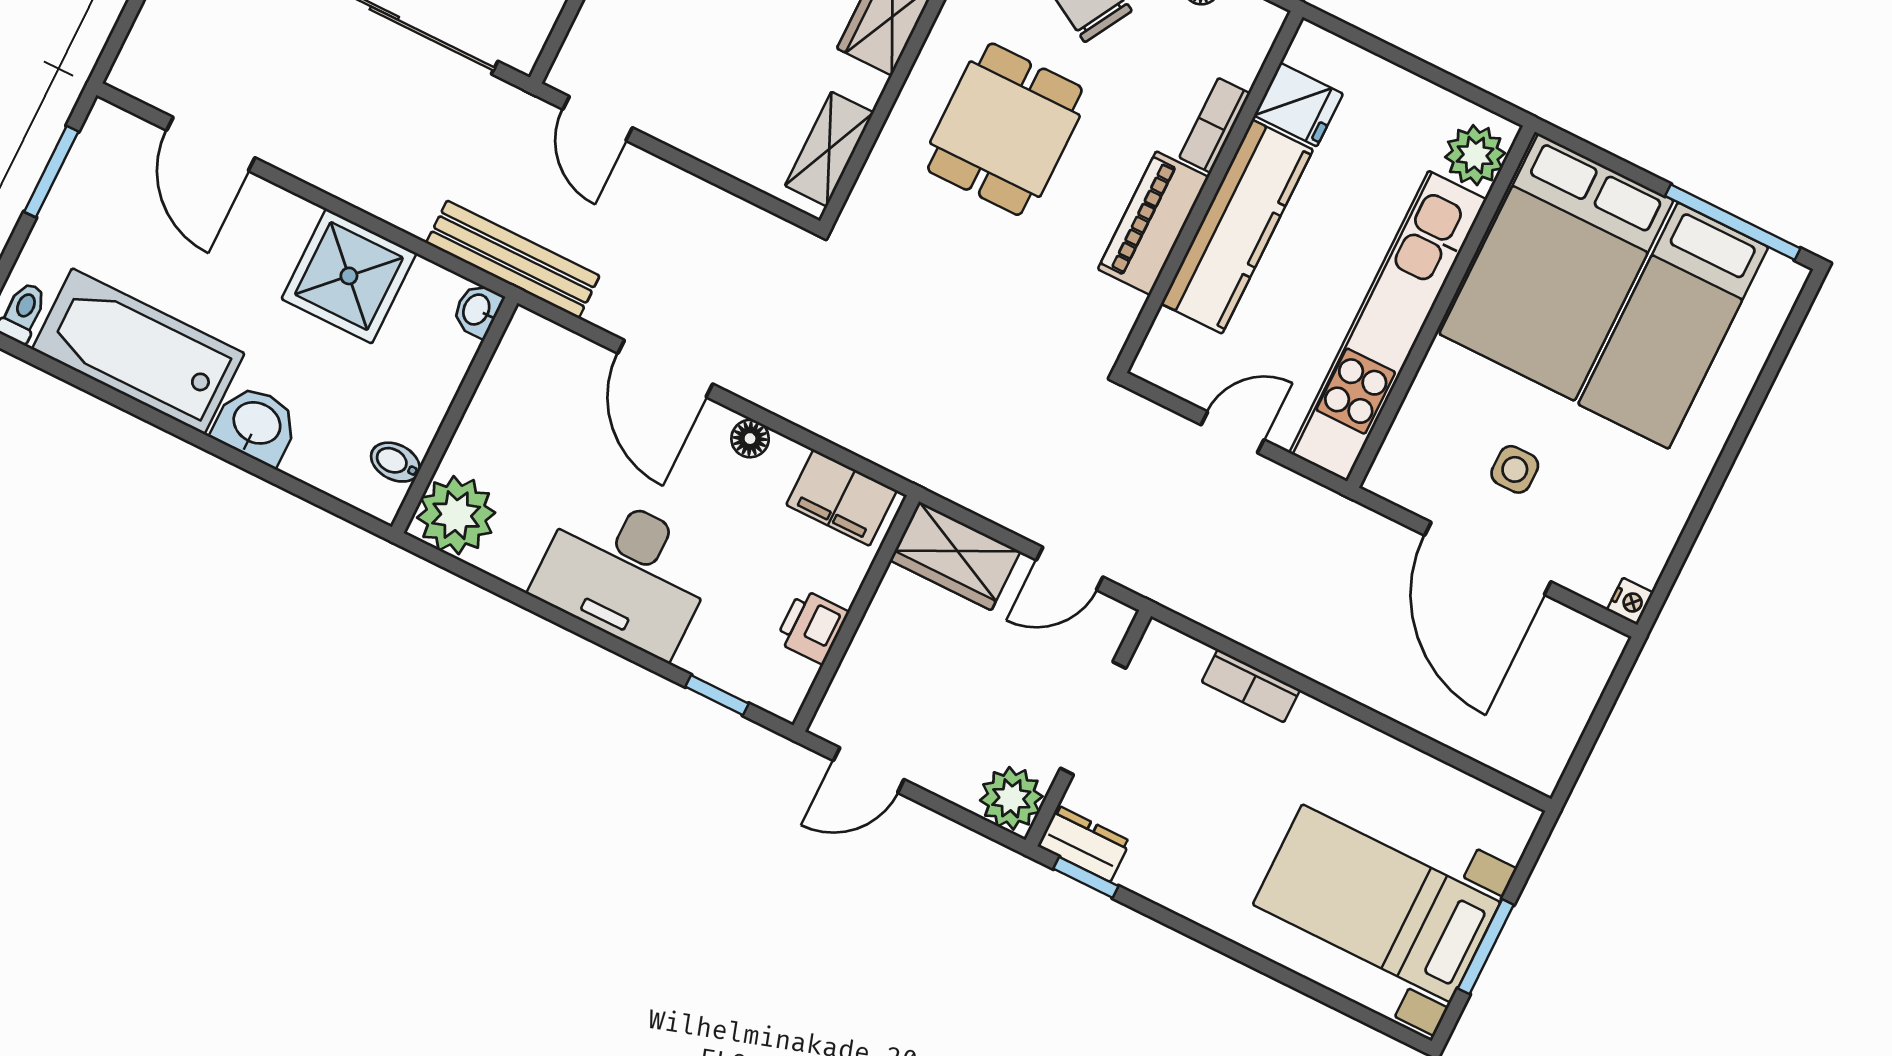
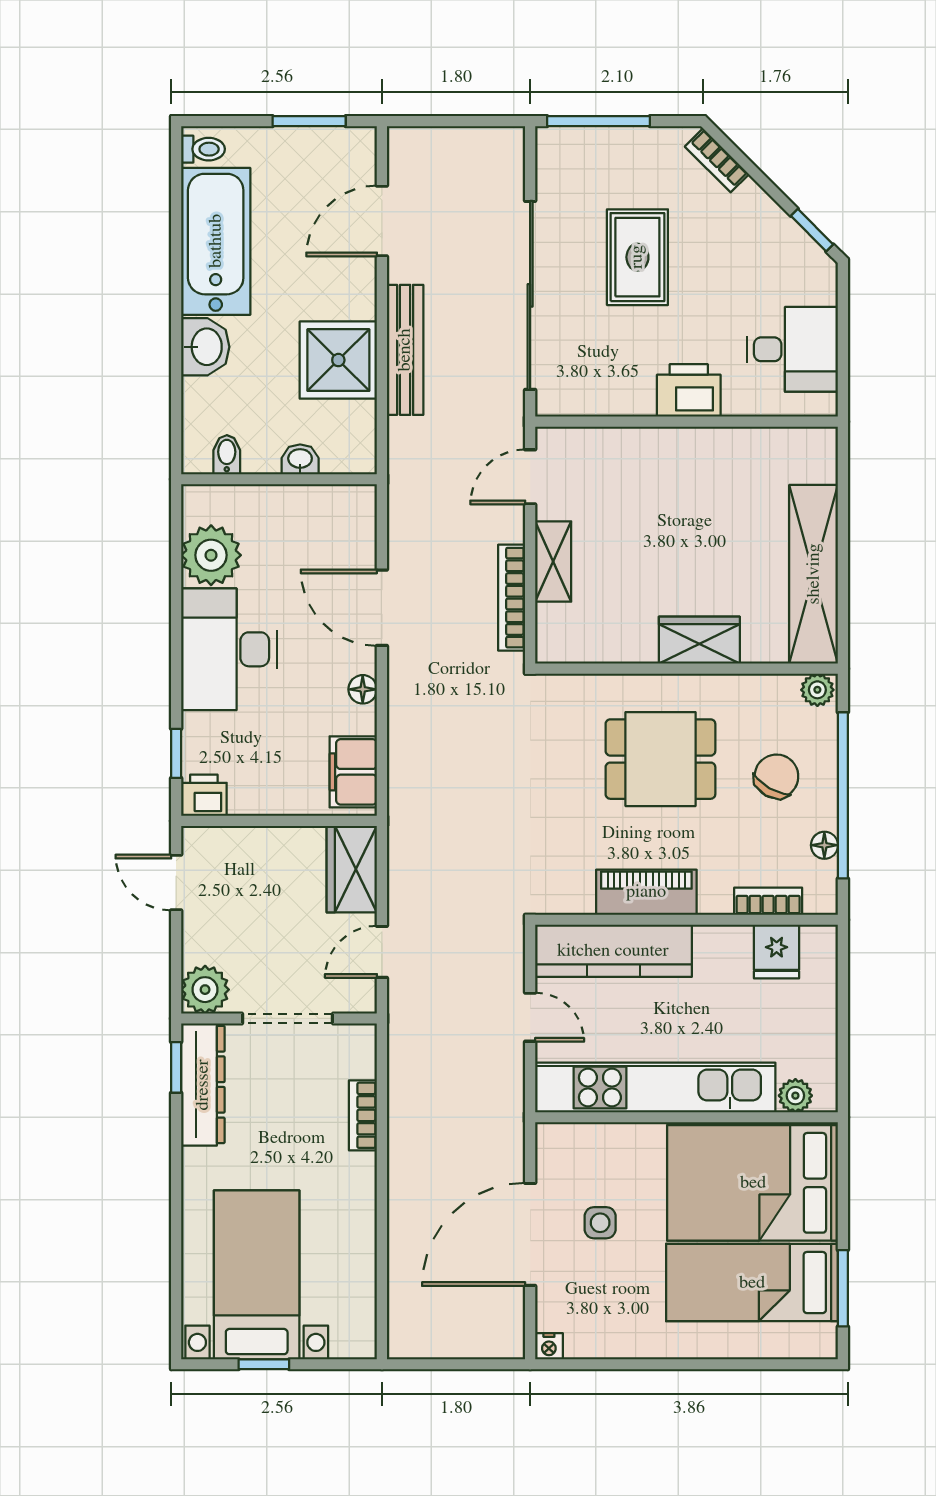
bookcase: (1215, 125) -> (768, 901), moved
shelving: (829, 149) -> (553, 562), moved, turned 90
plant: (1475, 155) -> (795, 1096), width x0.73, depth x0.73
bookcase: (729, 210) -> (512, 598), added
window: (1733, 222) -> (843, 1288), width x0.69
kitchen counter: (1237, 227) -> (613, 951), moved
bench: (513, 259) -> (405, 350), moved
washbasin: (477, 310) -> (300, 459), moved
door: (665, 369) -> (382, 608), hinge flipped
plant: (456, 515) -> (211, 555), moved
door: (1070, 568) -> (382, 952), hinge flipped
printer: (812, 627) -> (204, 795), moved
dresser: (1084, 844) -> (203, 1085), width x1.96, depth x1.24
window: (1486, 947) -> (264, 1364), width x0.67

